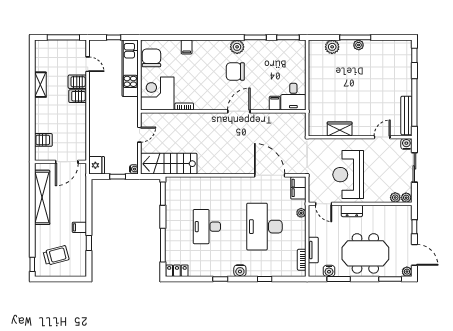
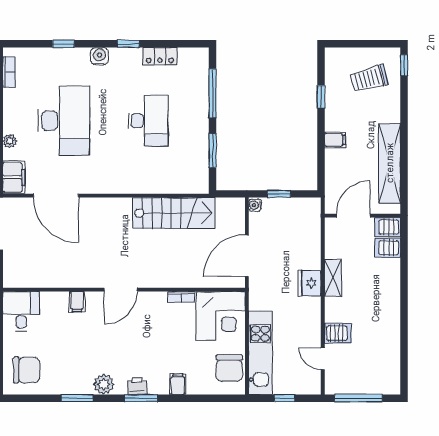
window: (288, 37) -> (141, 398), moved
printer: (214, 46) -> (137, 386), added
chair: (235, 72) -> (27, 370), moved
shelving: (40, 85) -> (333, 278), moved
server rack: (78, 96) -> (388, 227), moved, turned 180
filing cabinet: (275, 103) -> (77, 302), moved
door: (239, 111) -> (121, 290), moved
door: (139, 135) -> (247, 256), width x1.87
stairs: (169, 164) -> (174, 213), moved
fridge: (97, 165) -> (310, 283), moved
window: (163, 194) -> (212, 151), moved
filing cabinet: (79, 227) -> (335, 140), moved
locker: (177, 271) -> (160, 56), moved

